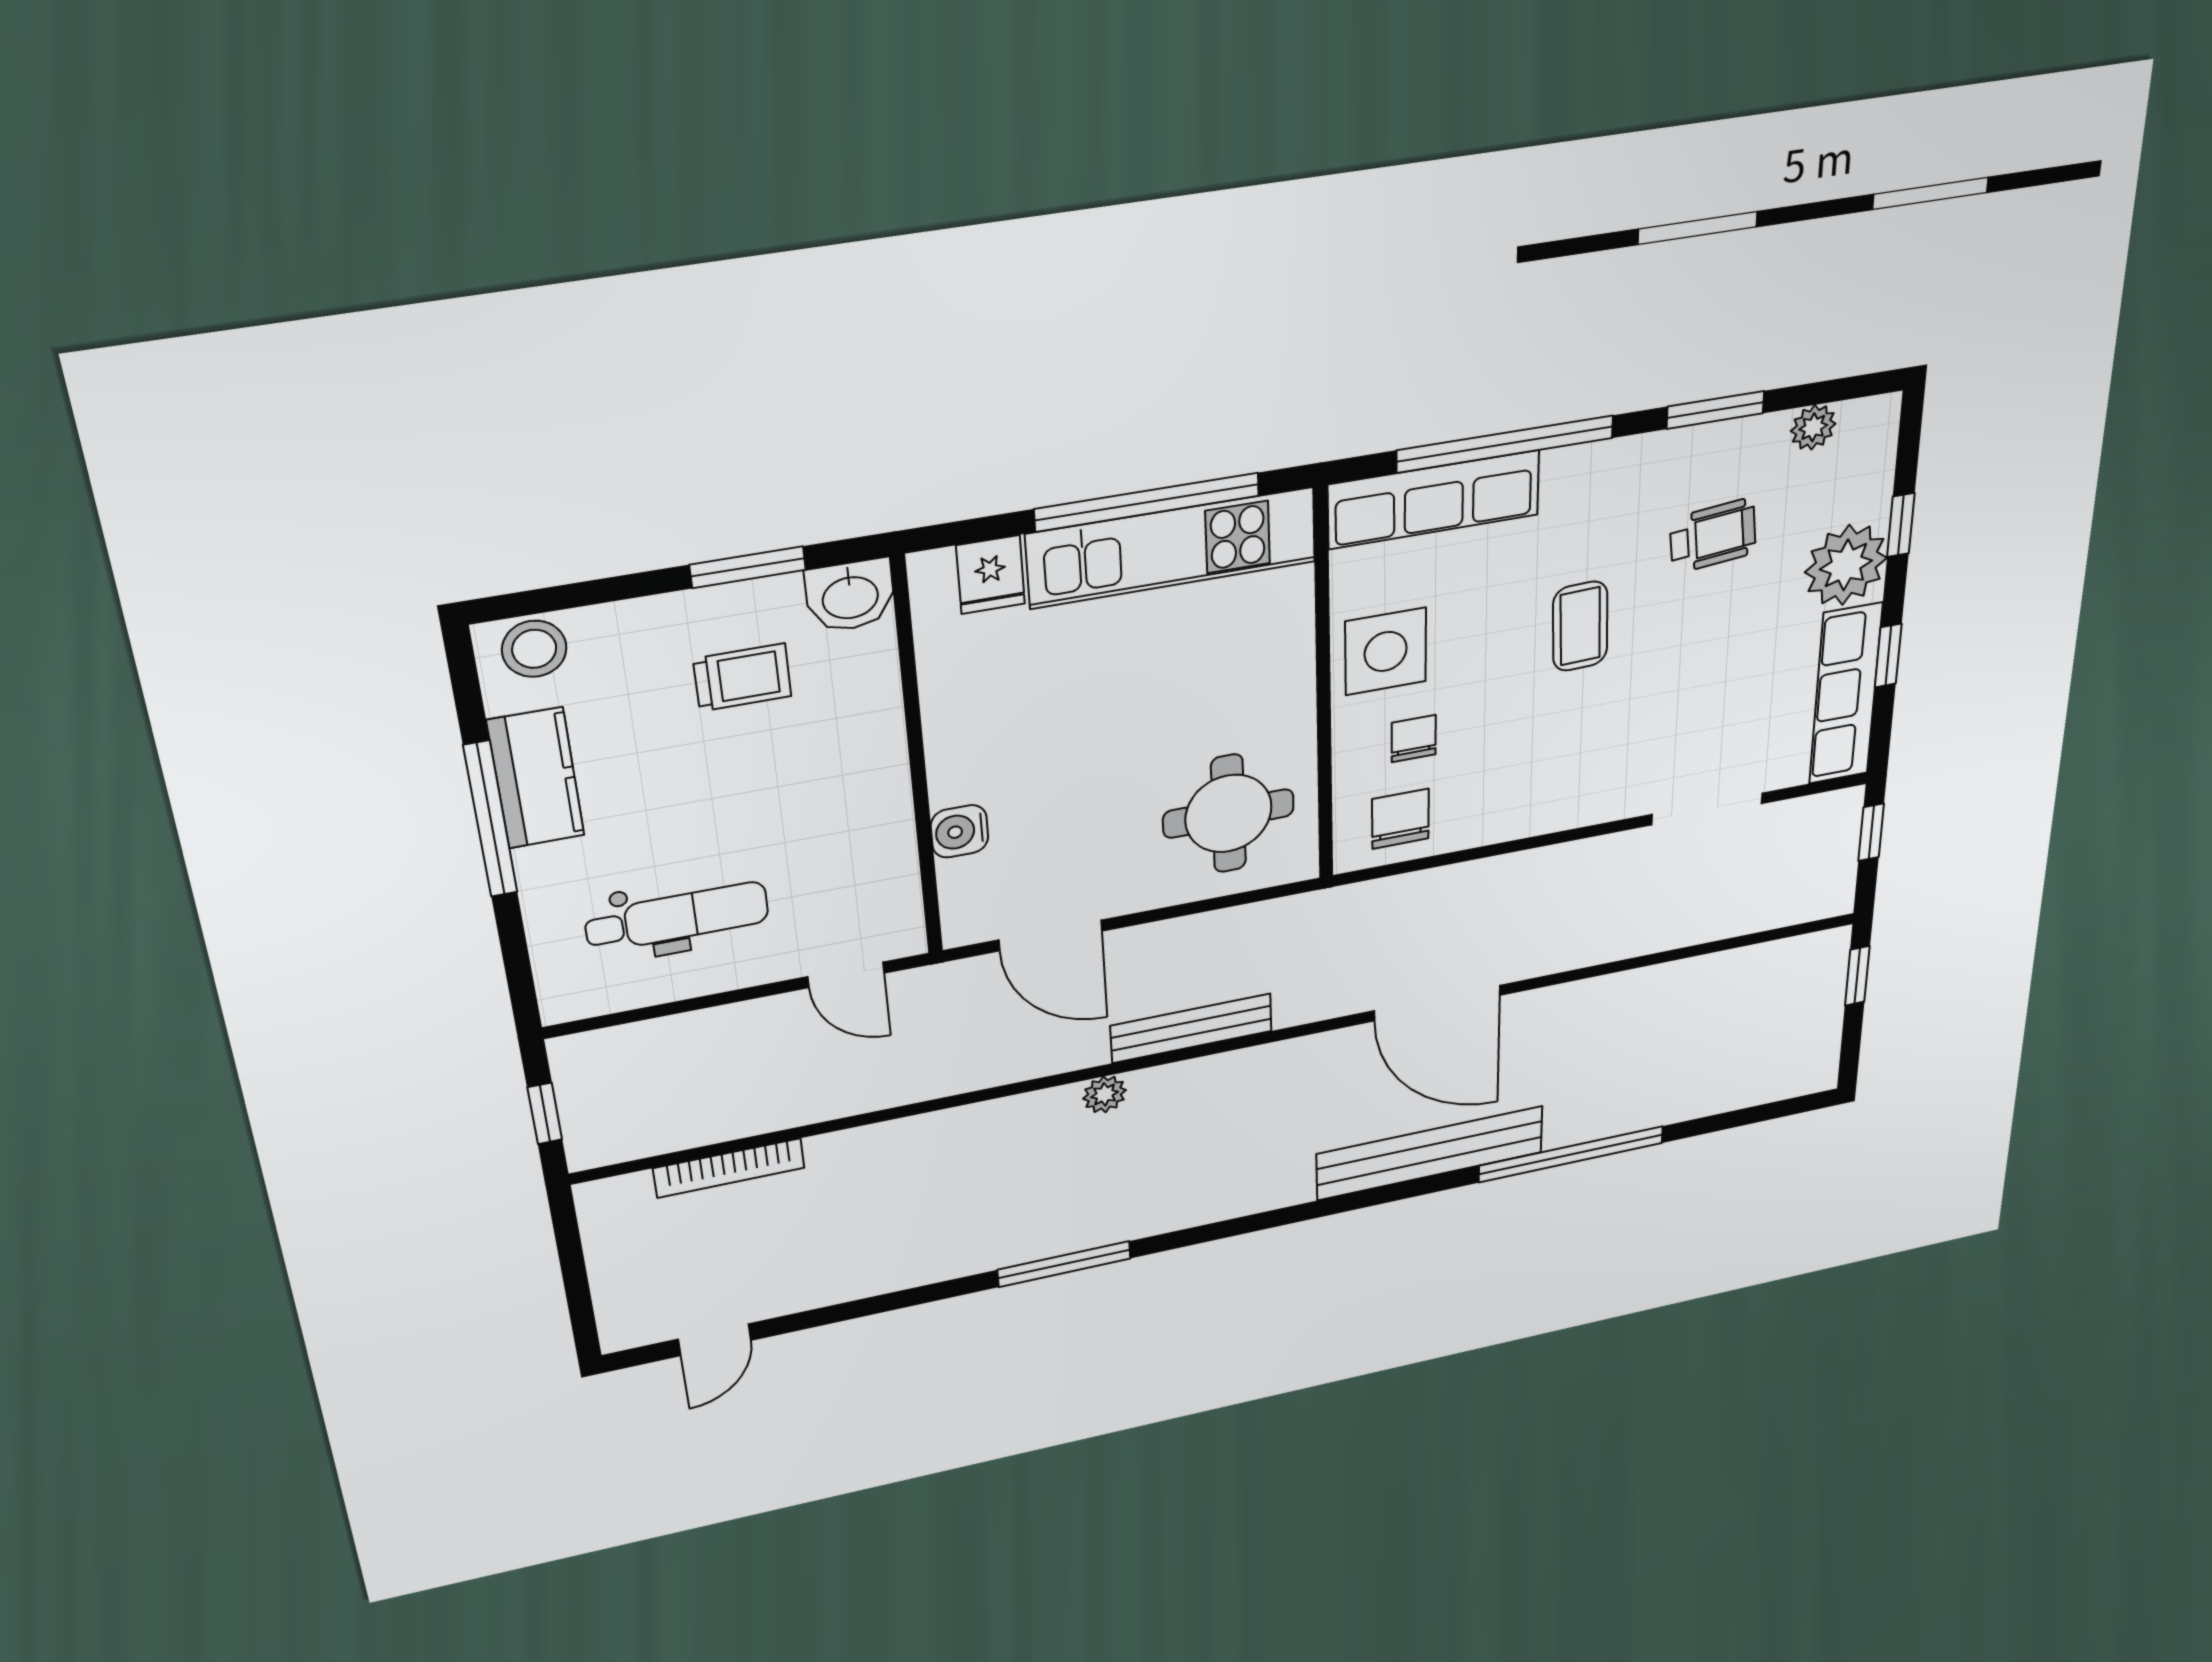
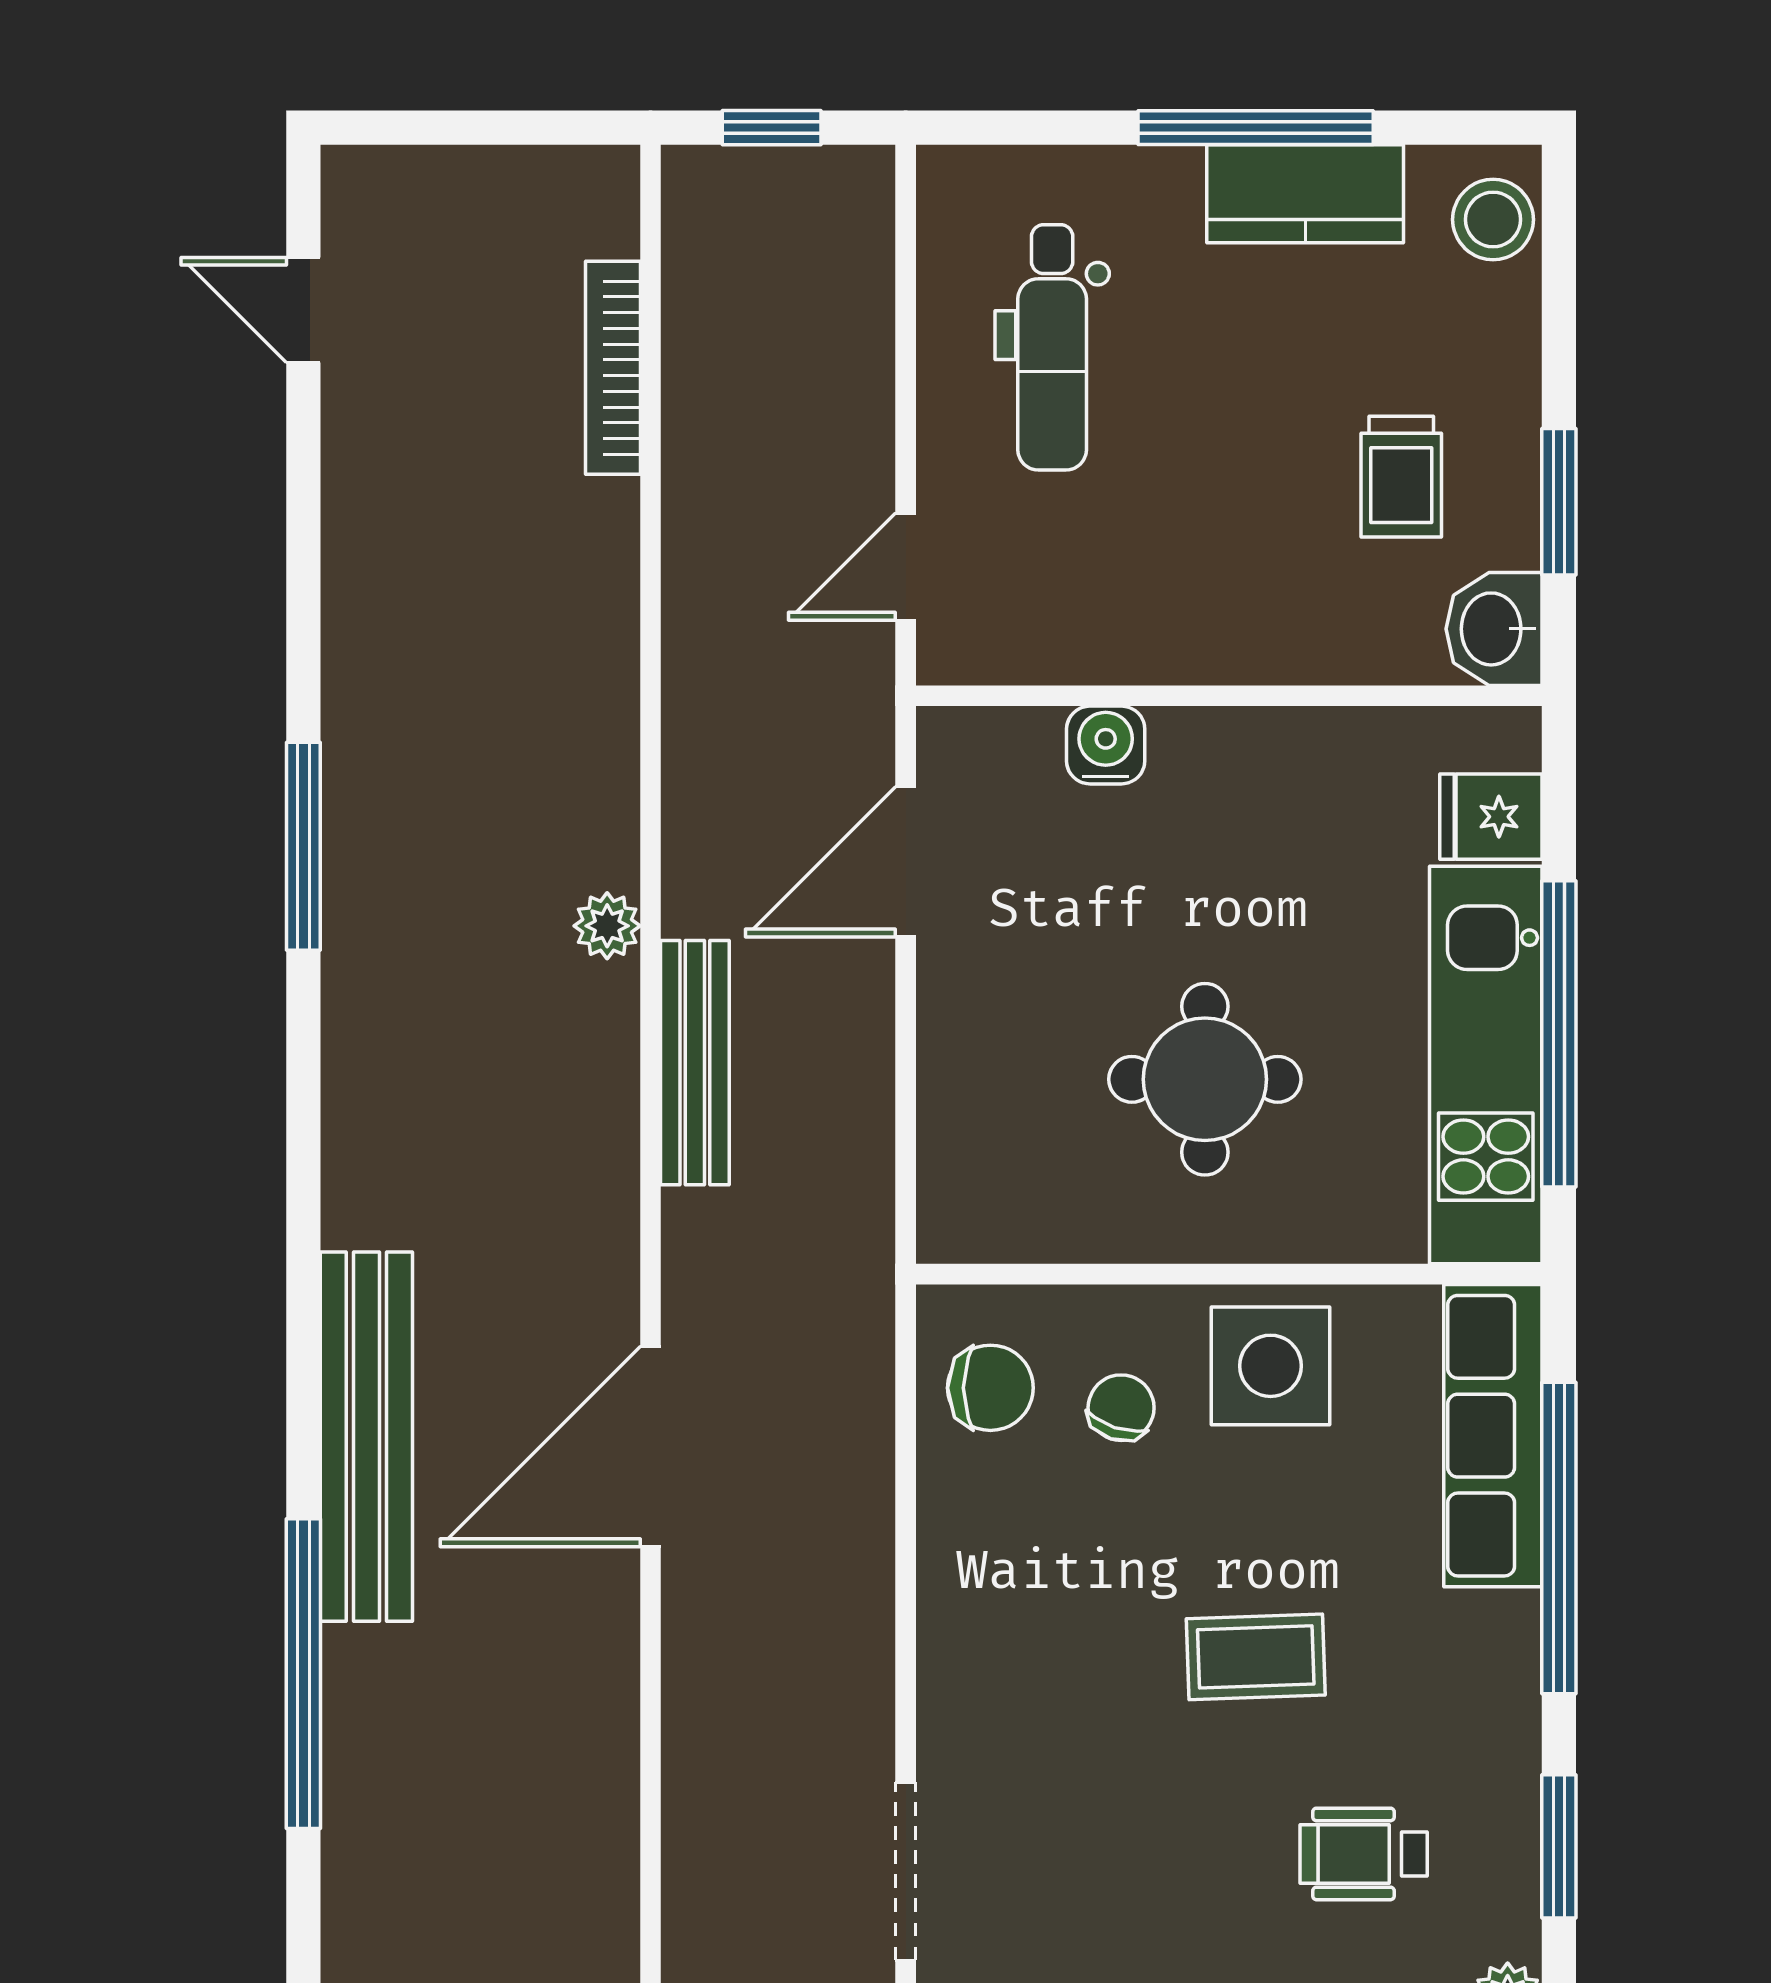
wheelchair: (1713, 536) -> (1364, 1854), turned 96
chair: (1414, 739) -> (1121, 1408), turned -72
round table: (1228, 814) -> (1205, 1079), moved

